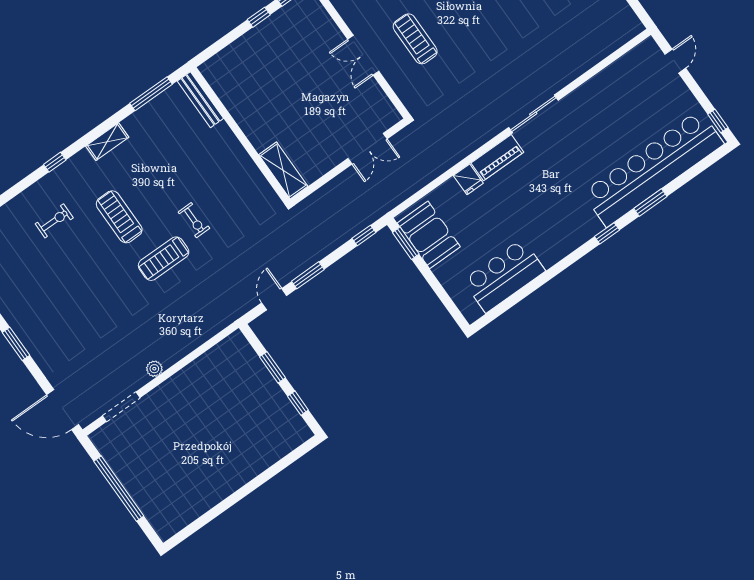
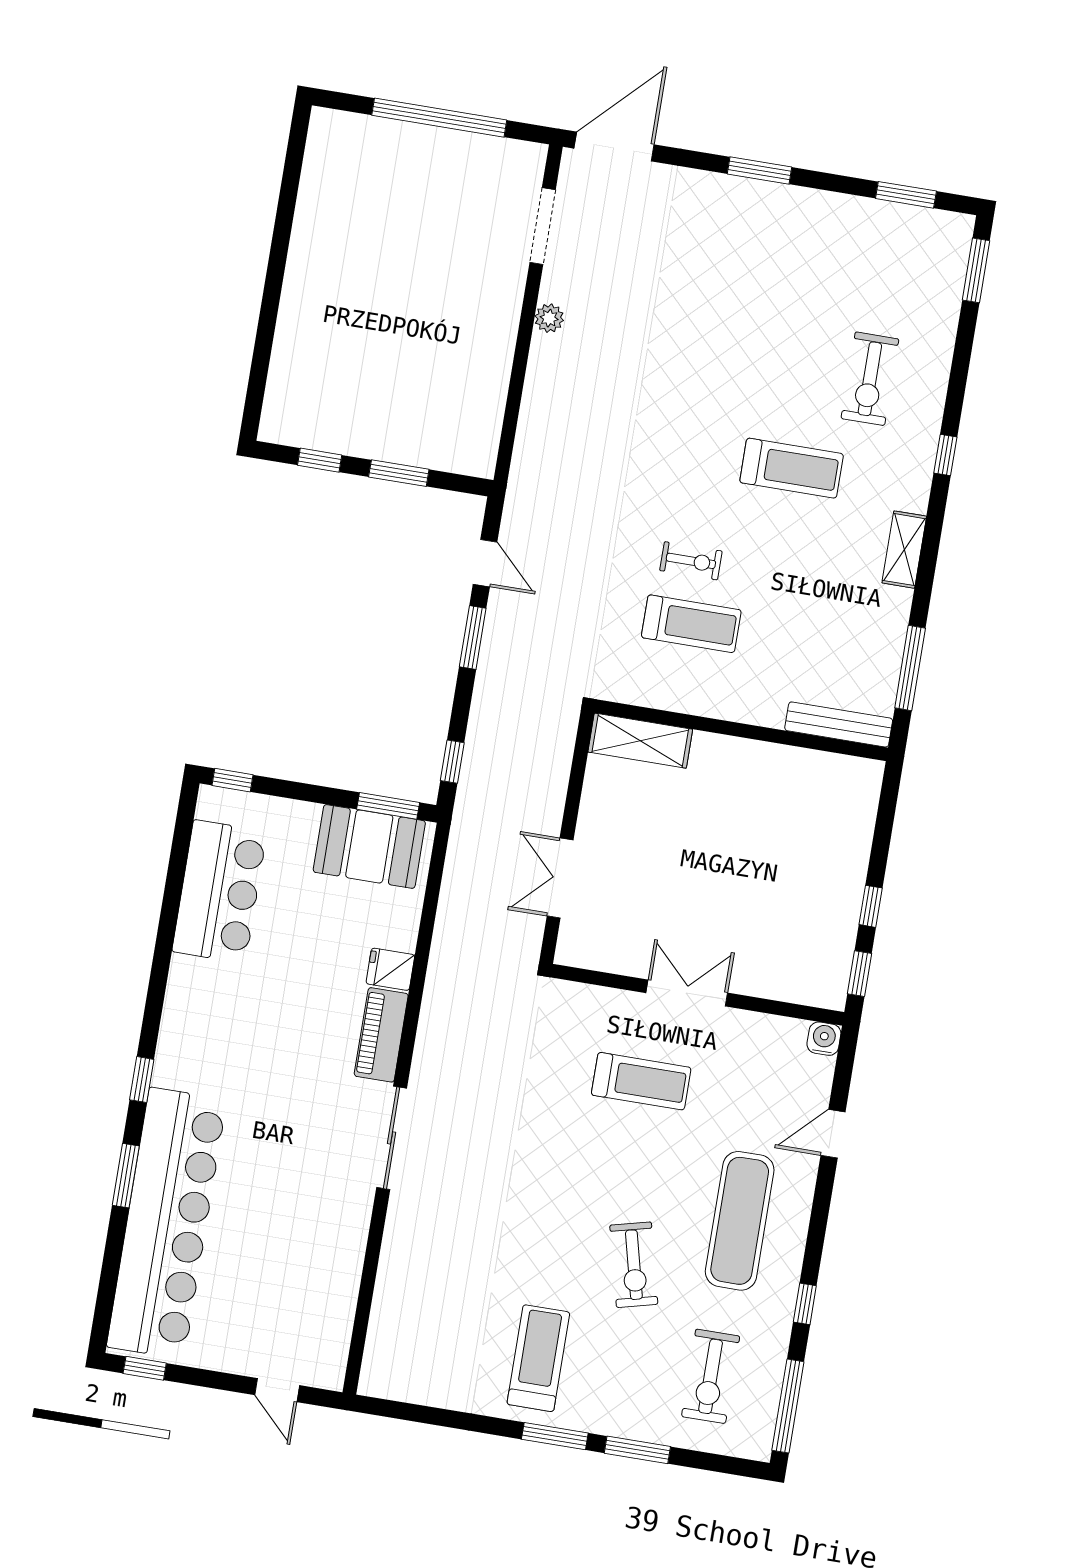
exercise bike: (194, 220) -> (691, 561), turned 180
exercise bike: (54, 221) -> (870, 379), width x1.38, depth x1.39
treadmill: (164, 259) -> (691, 624), moved, turned 90
window: (456, 314) -> (233, 780), added

